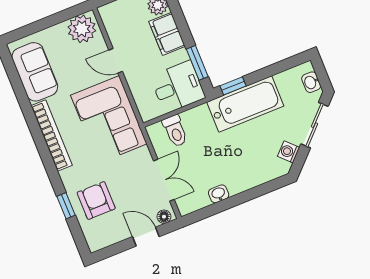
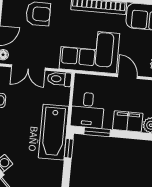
door: (116, 61) -> (127, 77), hinge flipped
bathtub: (245, 104) -> (54, 132), moved
toilet: (175, 131) -> (59, 79), moved

